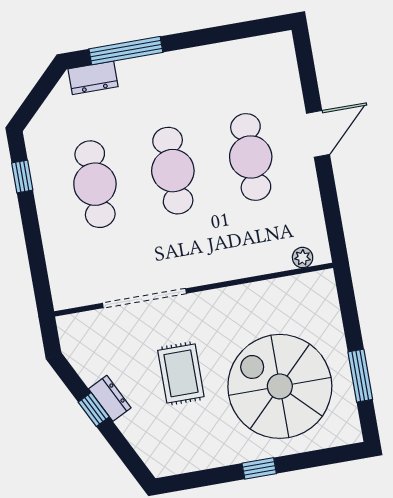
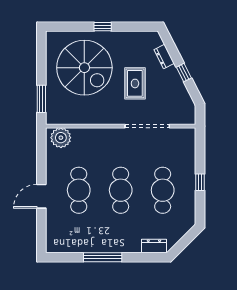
window: (126, 51) -> (103, 257), moved
window: (22, 177) -> (200, 182), moved
plant: (303, 258) -> (61, 138), width x1.88, depth x1.88
window: (360, 376) -> (41, 99), moved
dresser: (110, 398) -> (164, 56), moved

